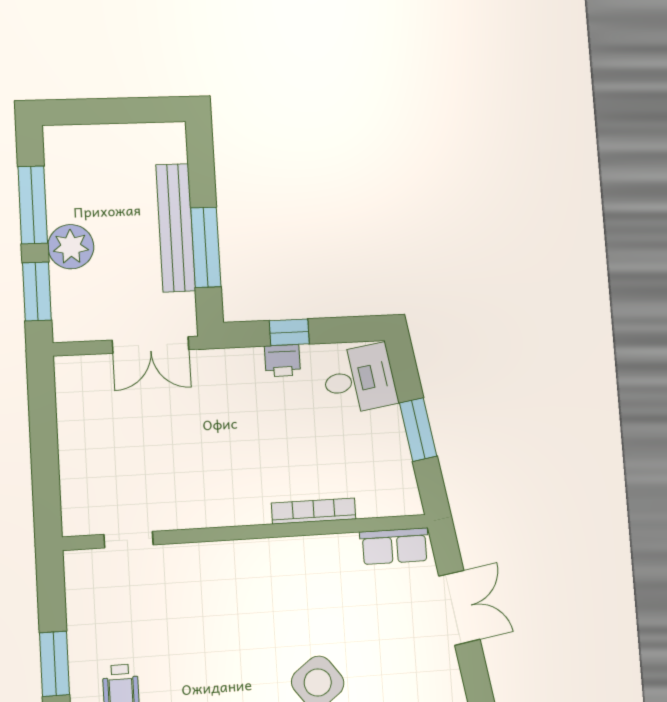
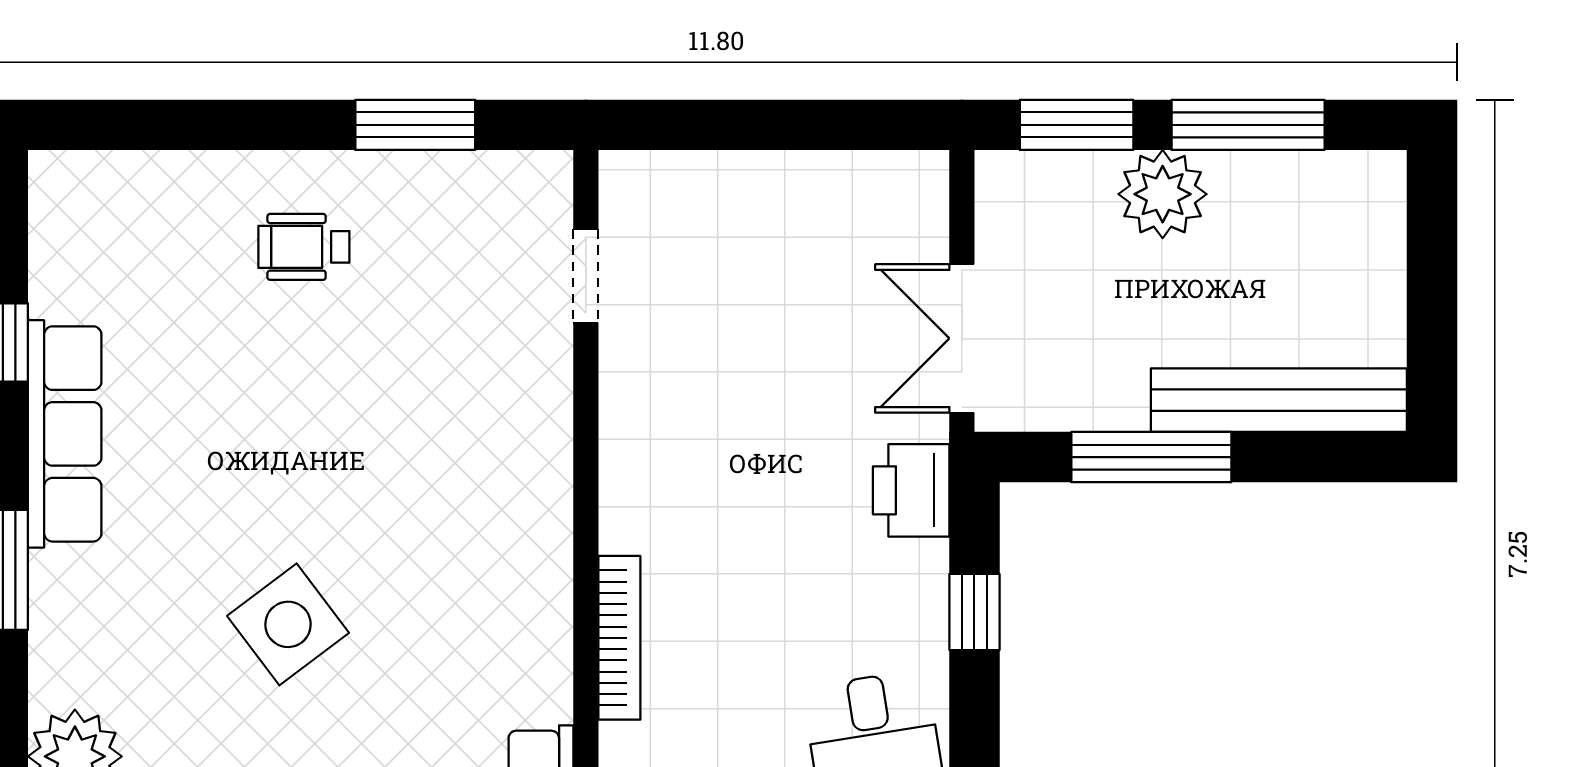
bench: (176, 228) -> (1279, 400), moved
printer: (282, 361) -> (911, 490), moved, width x1.36, depth x1.24
window: (55, 664) -> (415, 125), moved

